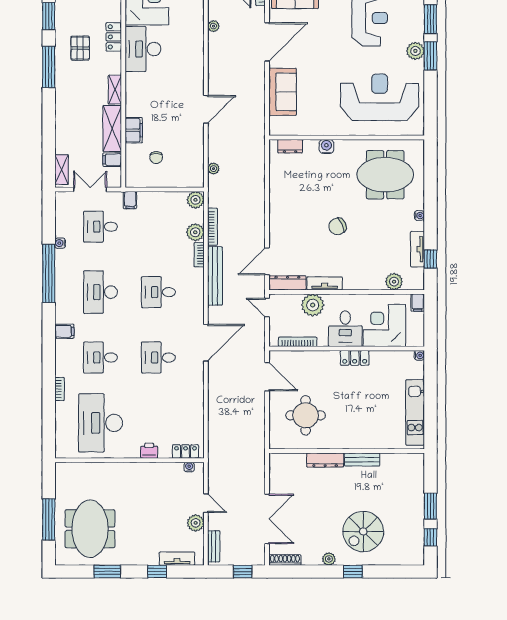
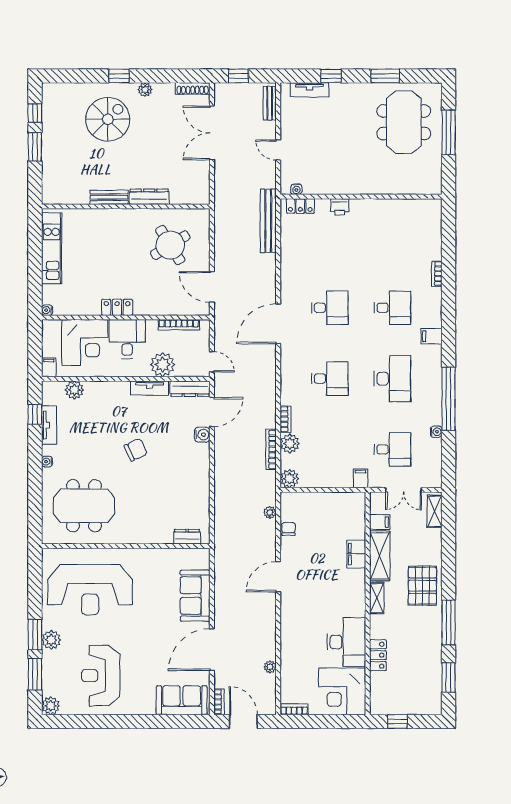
pallet: (80, 48) -> (422, 586), moved, width x1.50, depth x1.42
water cooler: (326, 146) -> (202, 435), moved, turned -90
chair: (156, 158) -> (288, 529), moved
bench: (215, 276) -> (268, 221), moved
round table: (306, 415) -> (170, 245), turned -32
desk: (100, 423) -> (392, 237), removed
plant: (196, 523) -> (289, 129), removed

